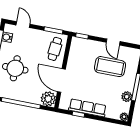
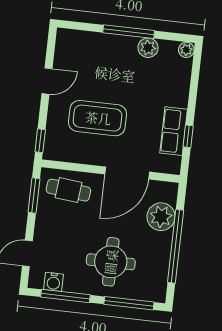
coffee table: (110, 67) -> (98, 118), moved, turned 90
plant: (48, 99) -> (161, 217), moved
row of seats: (87, 108) -> (174, 131), width x0.68

